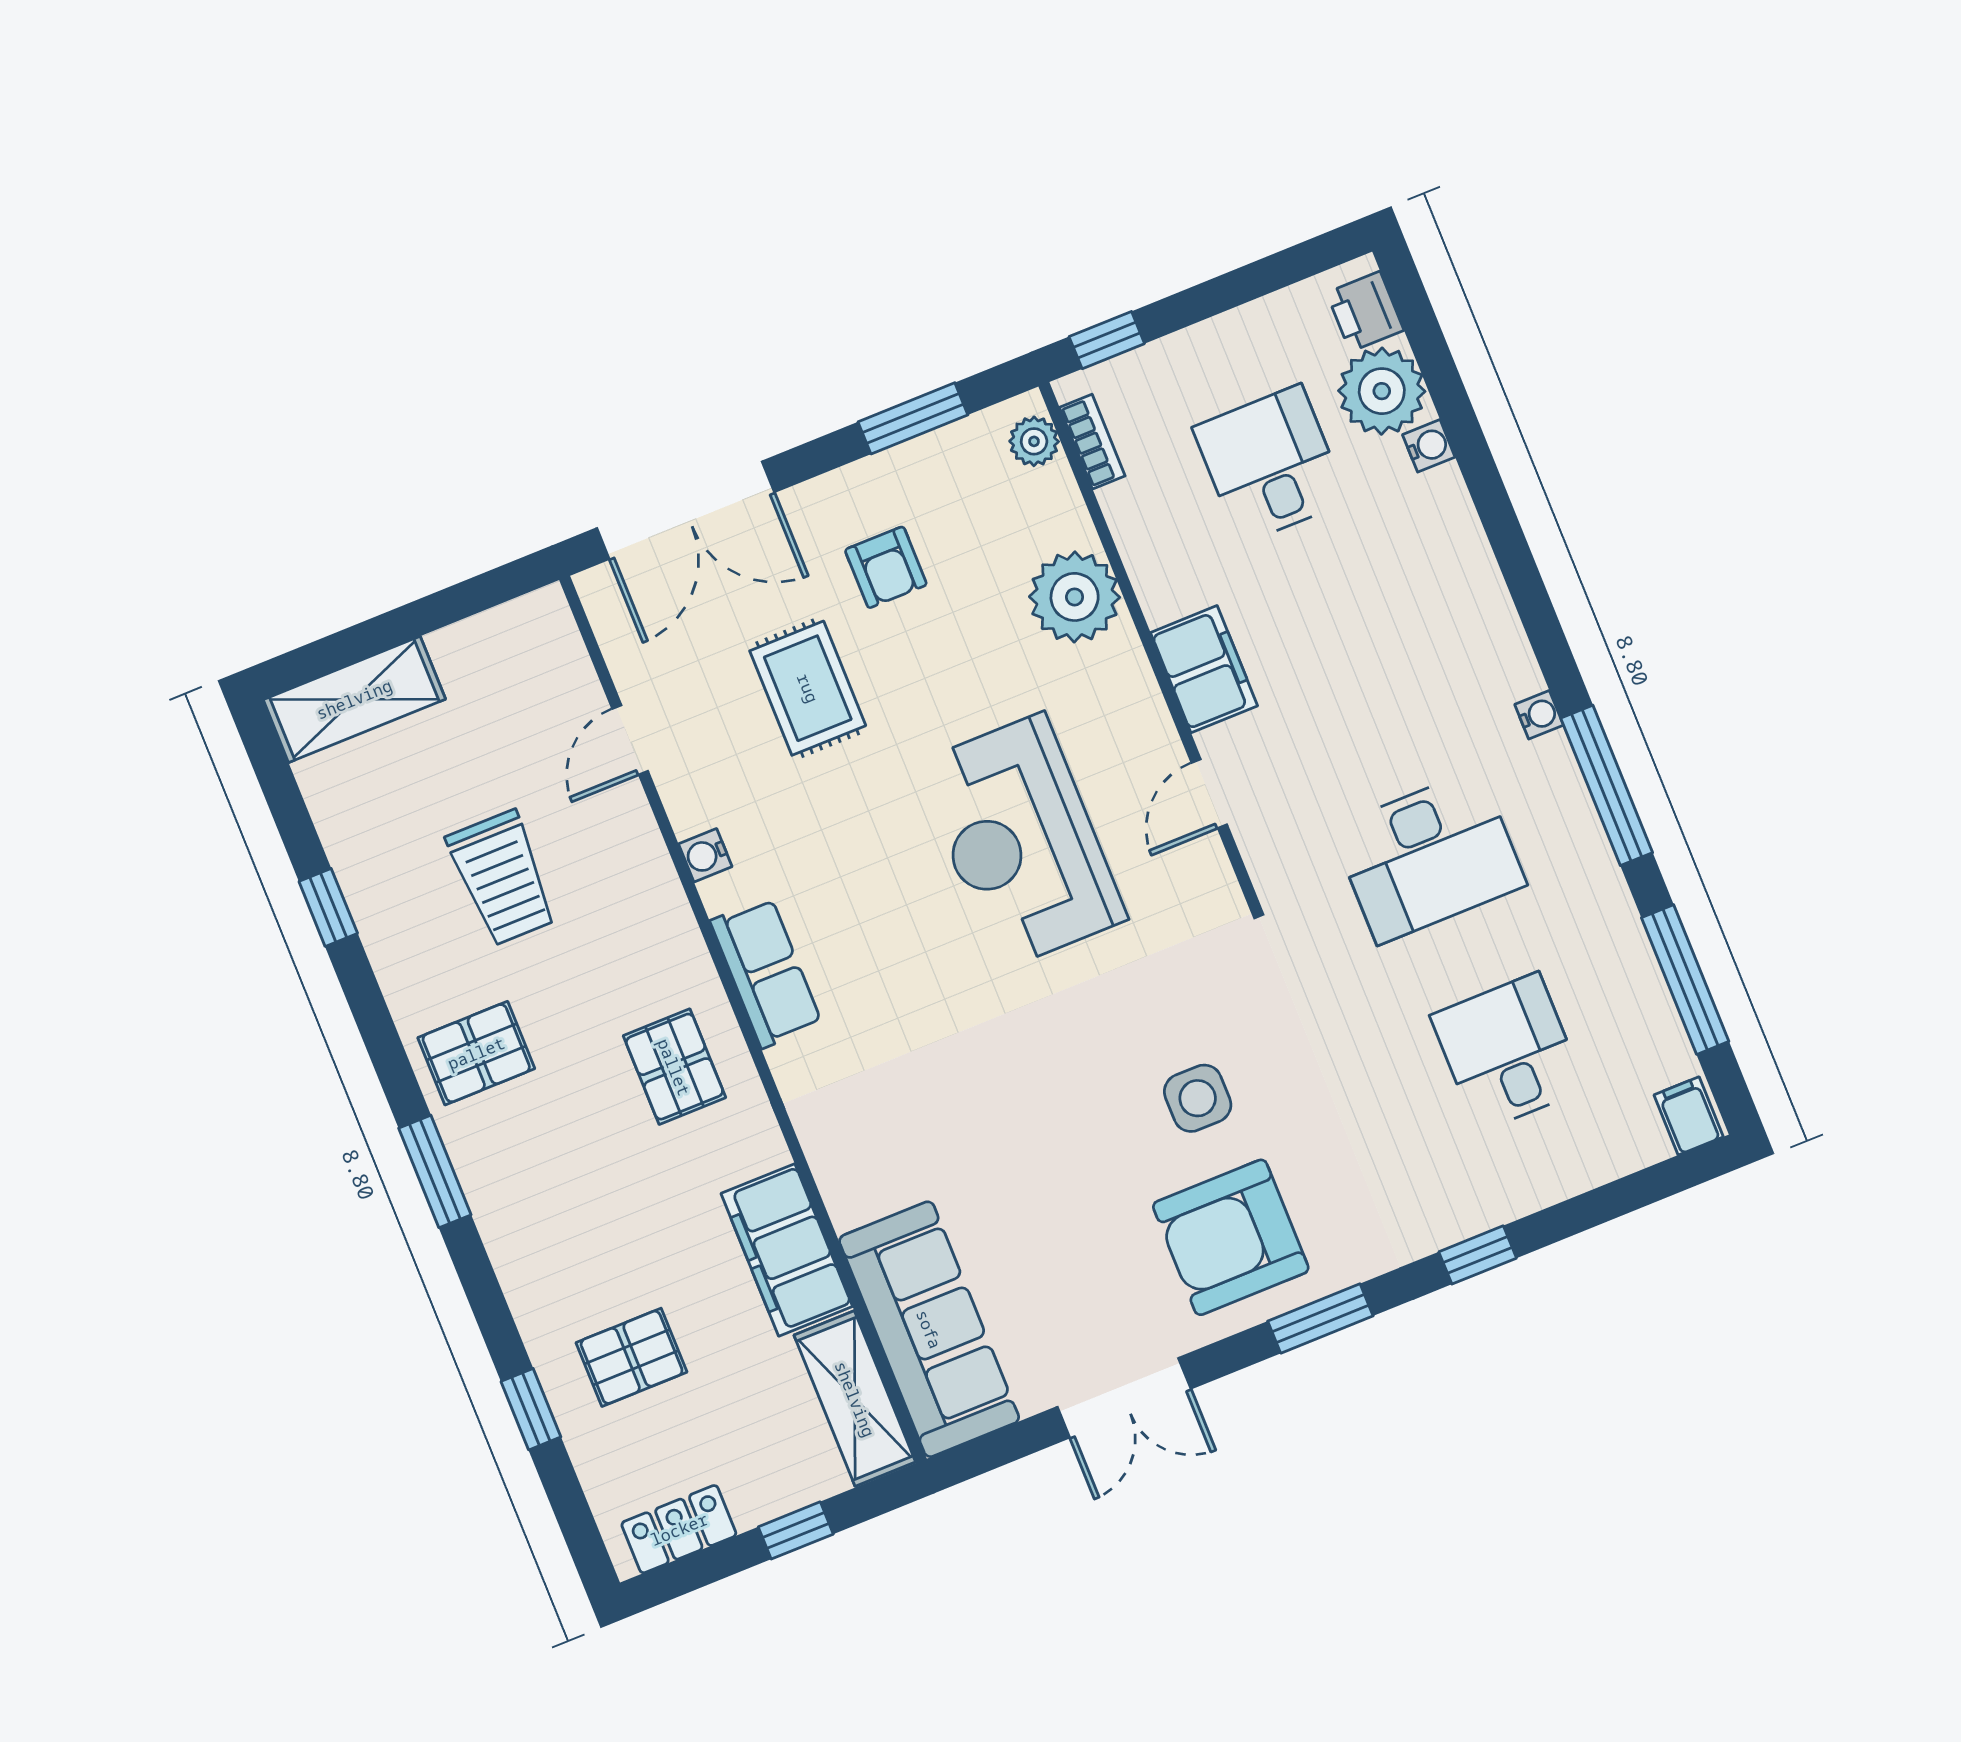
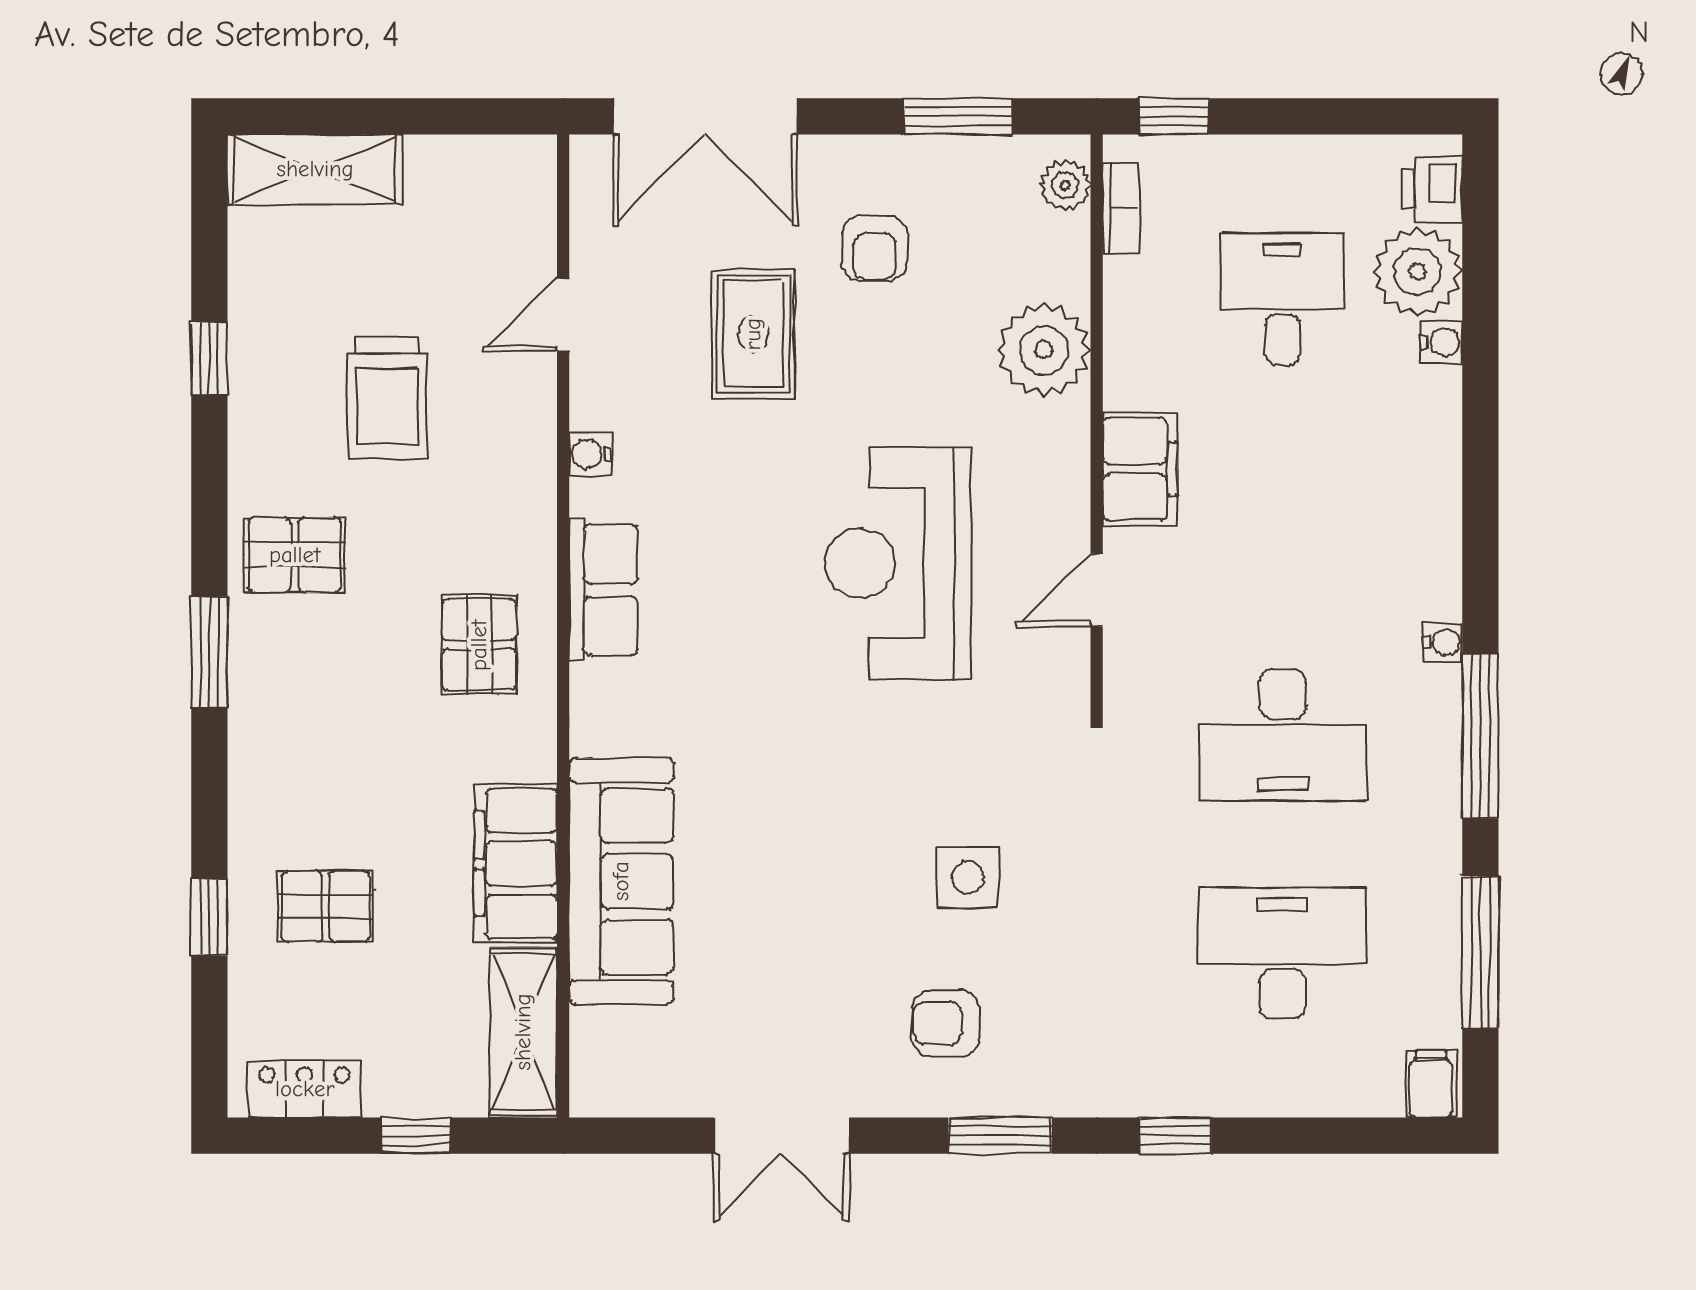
desk: (1508, 1052) -> (1282, 953), width x1.37
armchair: (1231, 1237) -> (946, 1023), width x0.53, depth x0.53
sofa: (929, 1329) -> (621, 881), moved

